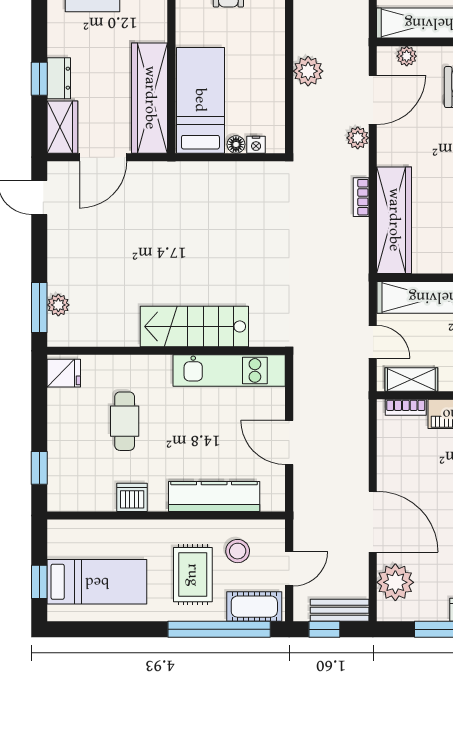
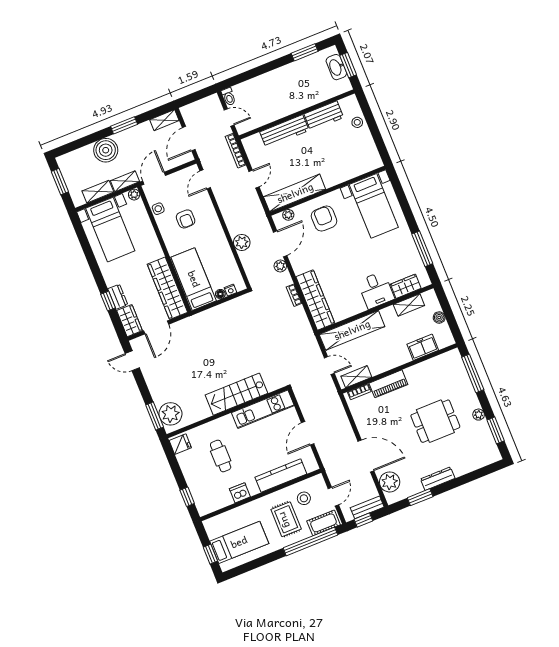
plant: (58, 305) -> (170, 414), width x1.87, depth x1.87
door: (289, 442) -> (308, 433), hinge flipped

